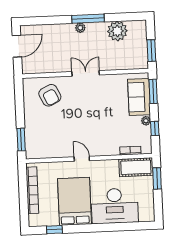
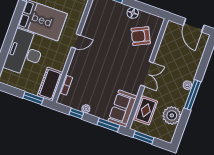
rug: (123, 60) -> (146, 110), added
sofa: (139, 97) -> (122, 109), moved, turned -90
floor lamp: (30, 113) -> (133, 13), added

